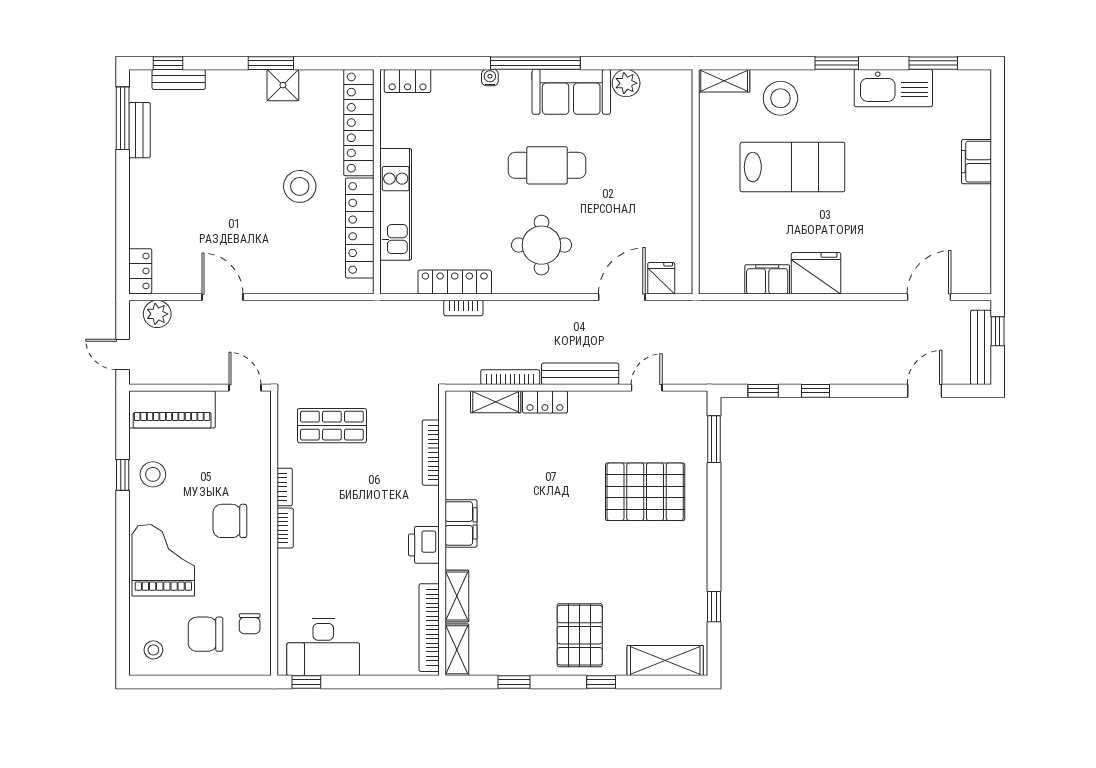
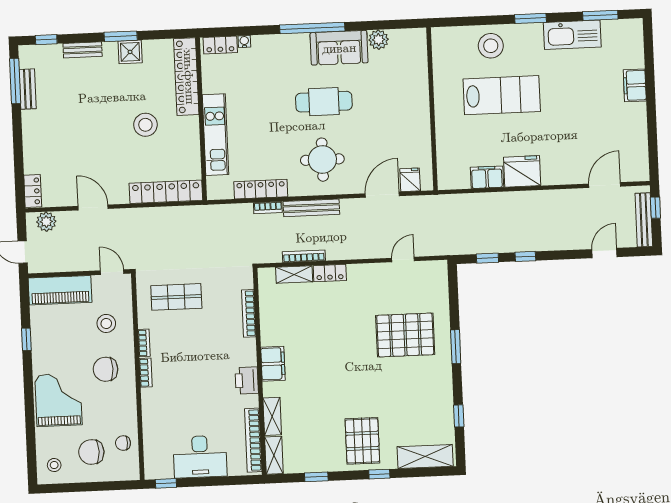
water cooler: (490, 78) -> (244, 41), moved
bench: (179, 79) -> (83, 50), moved
shelving: (724, 81) -> (449, 35), removed
locker: (360, 228) -> (166, 192), moved, turned 90
bench: (580, 374) -> (311, 208), moved
window: (714, 439) -> (456, 347), moved
stool: (153, 474) -> (106, 323), moved
chair: (250, 624) -> (123, 443), turned 90
desk: (323, 647) -> (200, 457), moved

